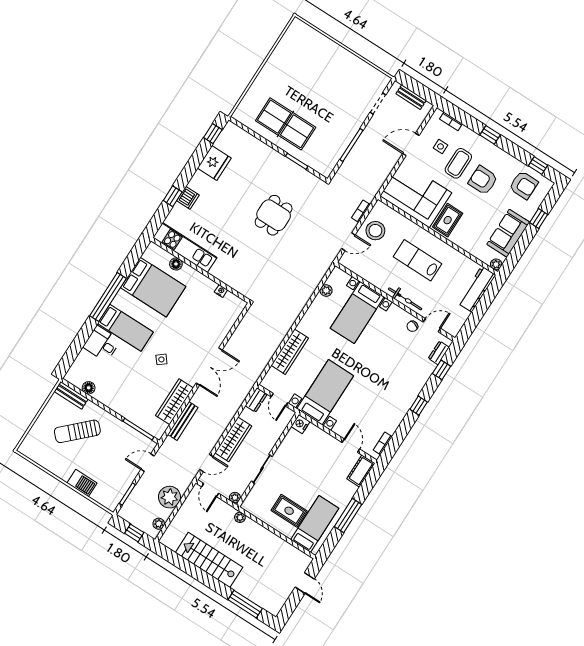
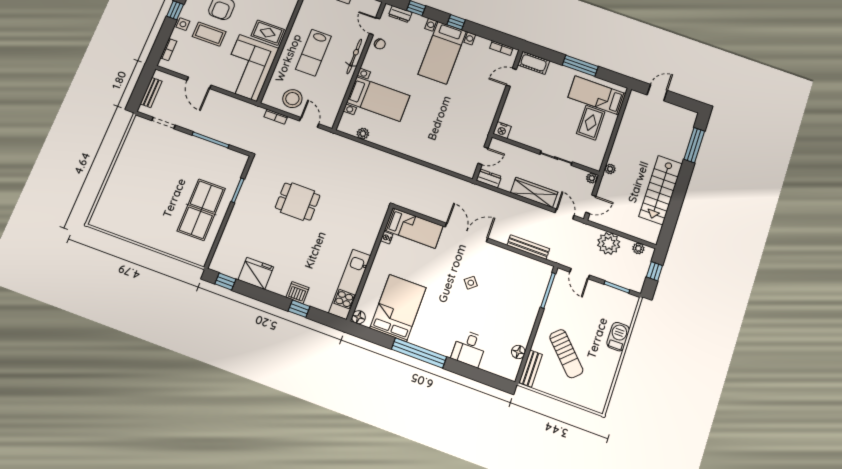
side table: (440, 146) -> (183, 24), moved
floor lamp: (176, 264) -> (359, 317), moved
bed: (125, 328) -> (414, 228), moved, turned 90
wardrobe: (290, 352) -> (432, 156), removed
bed with nightstands: (325, 392) -> (442, 53), moved, turned -90
wardrobe: (175, 402) -> (511, 260), removed

